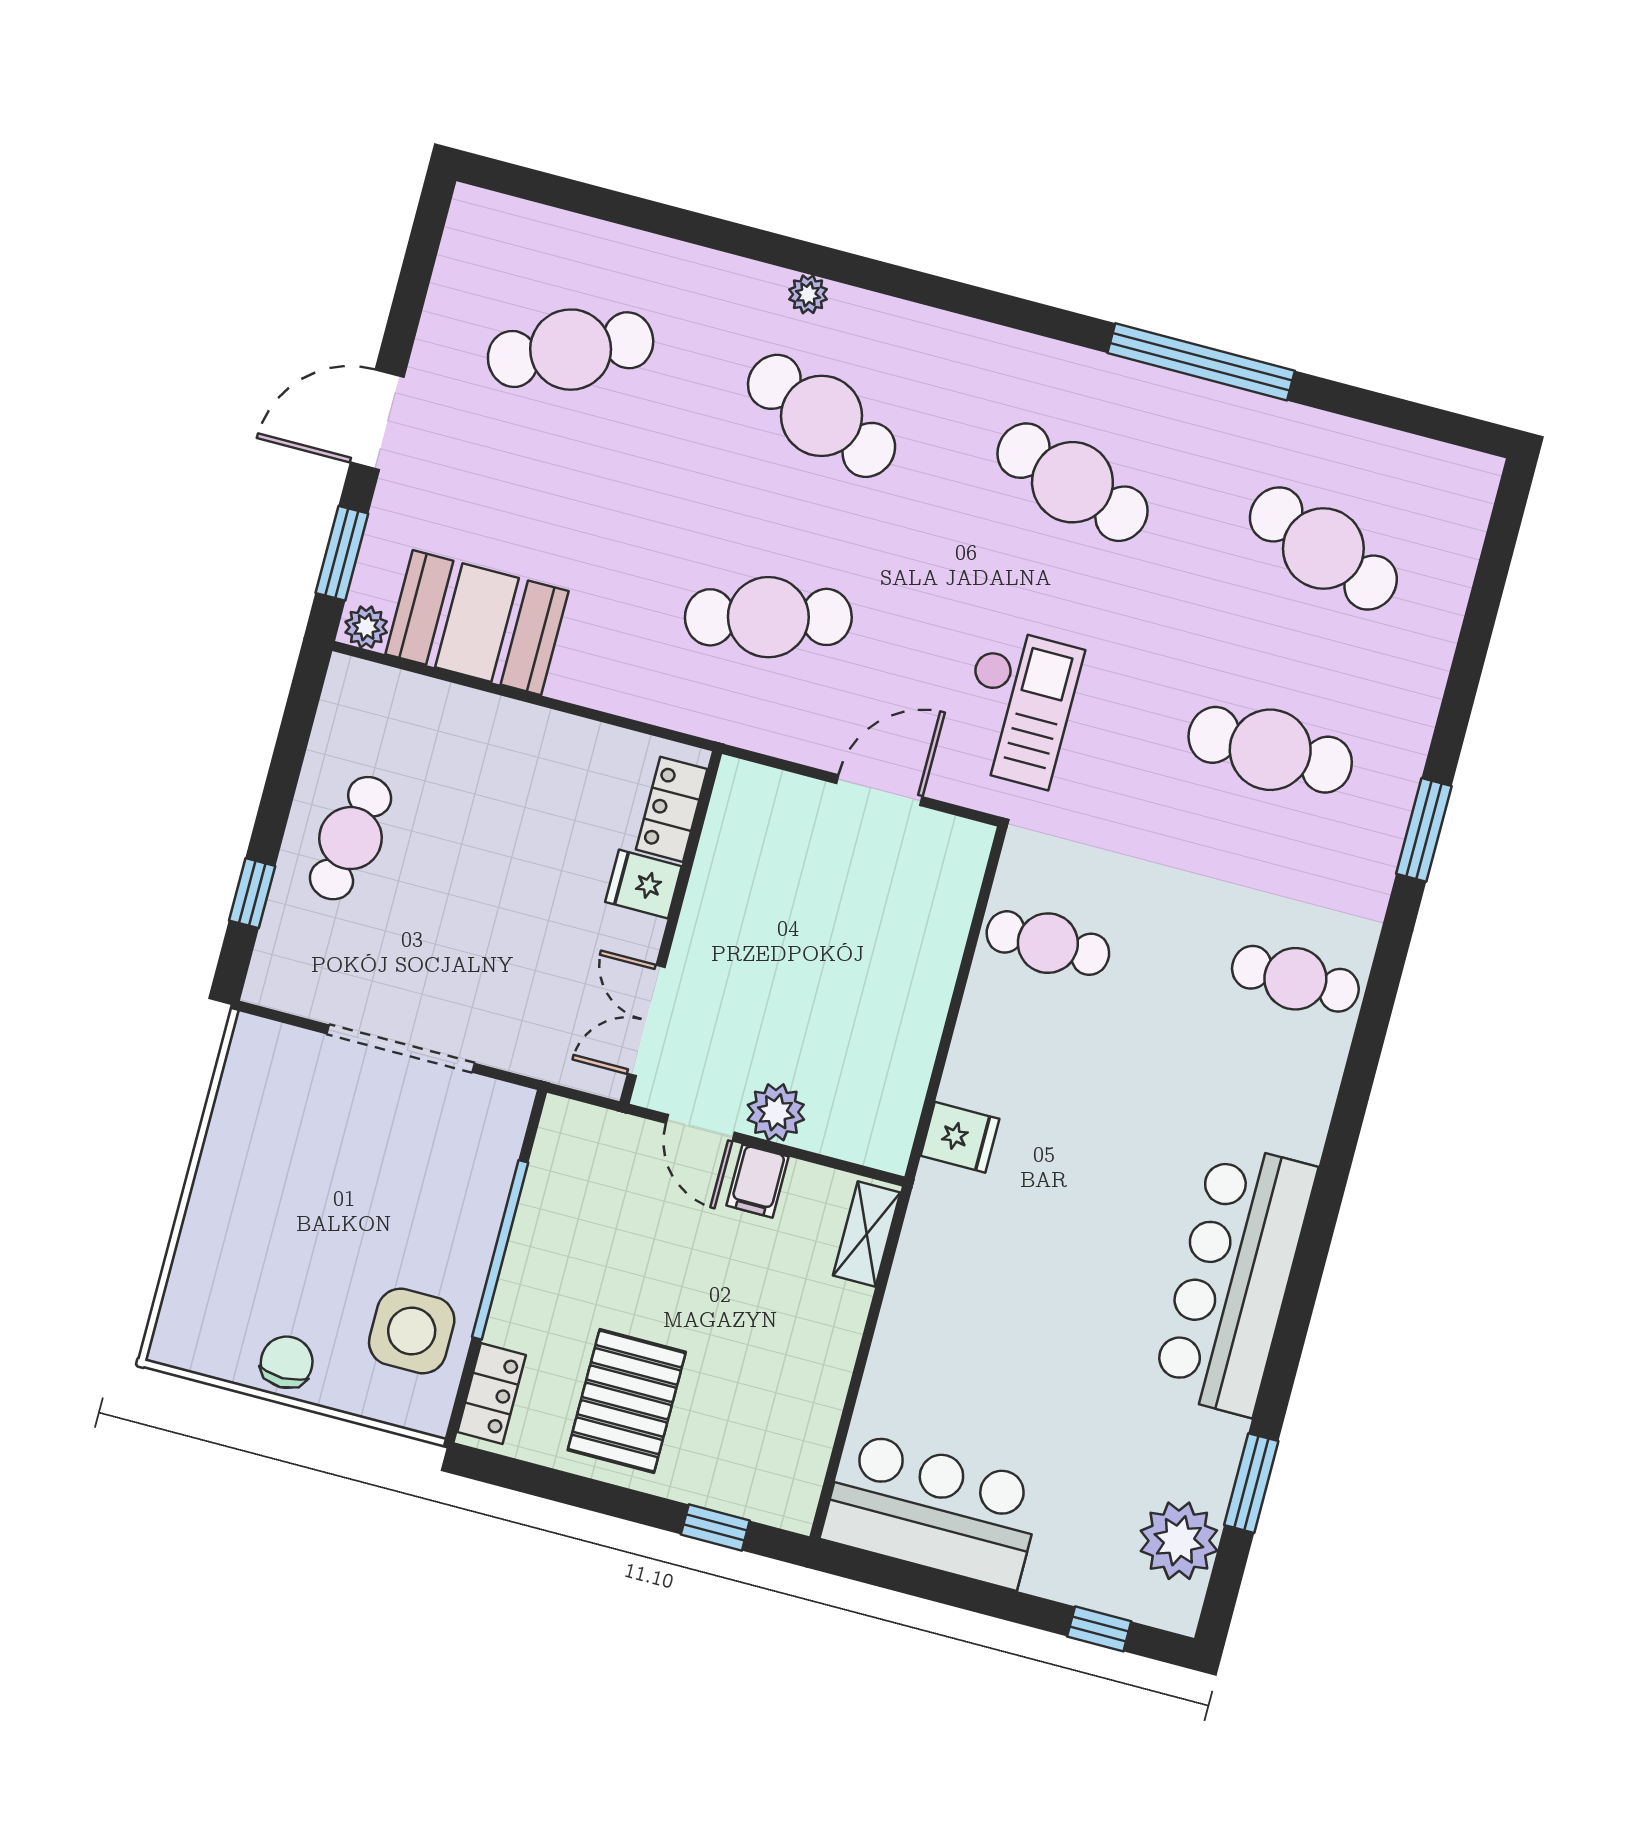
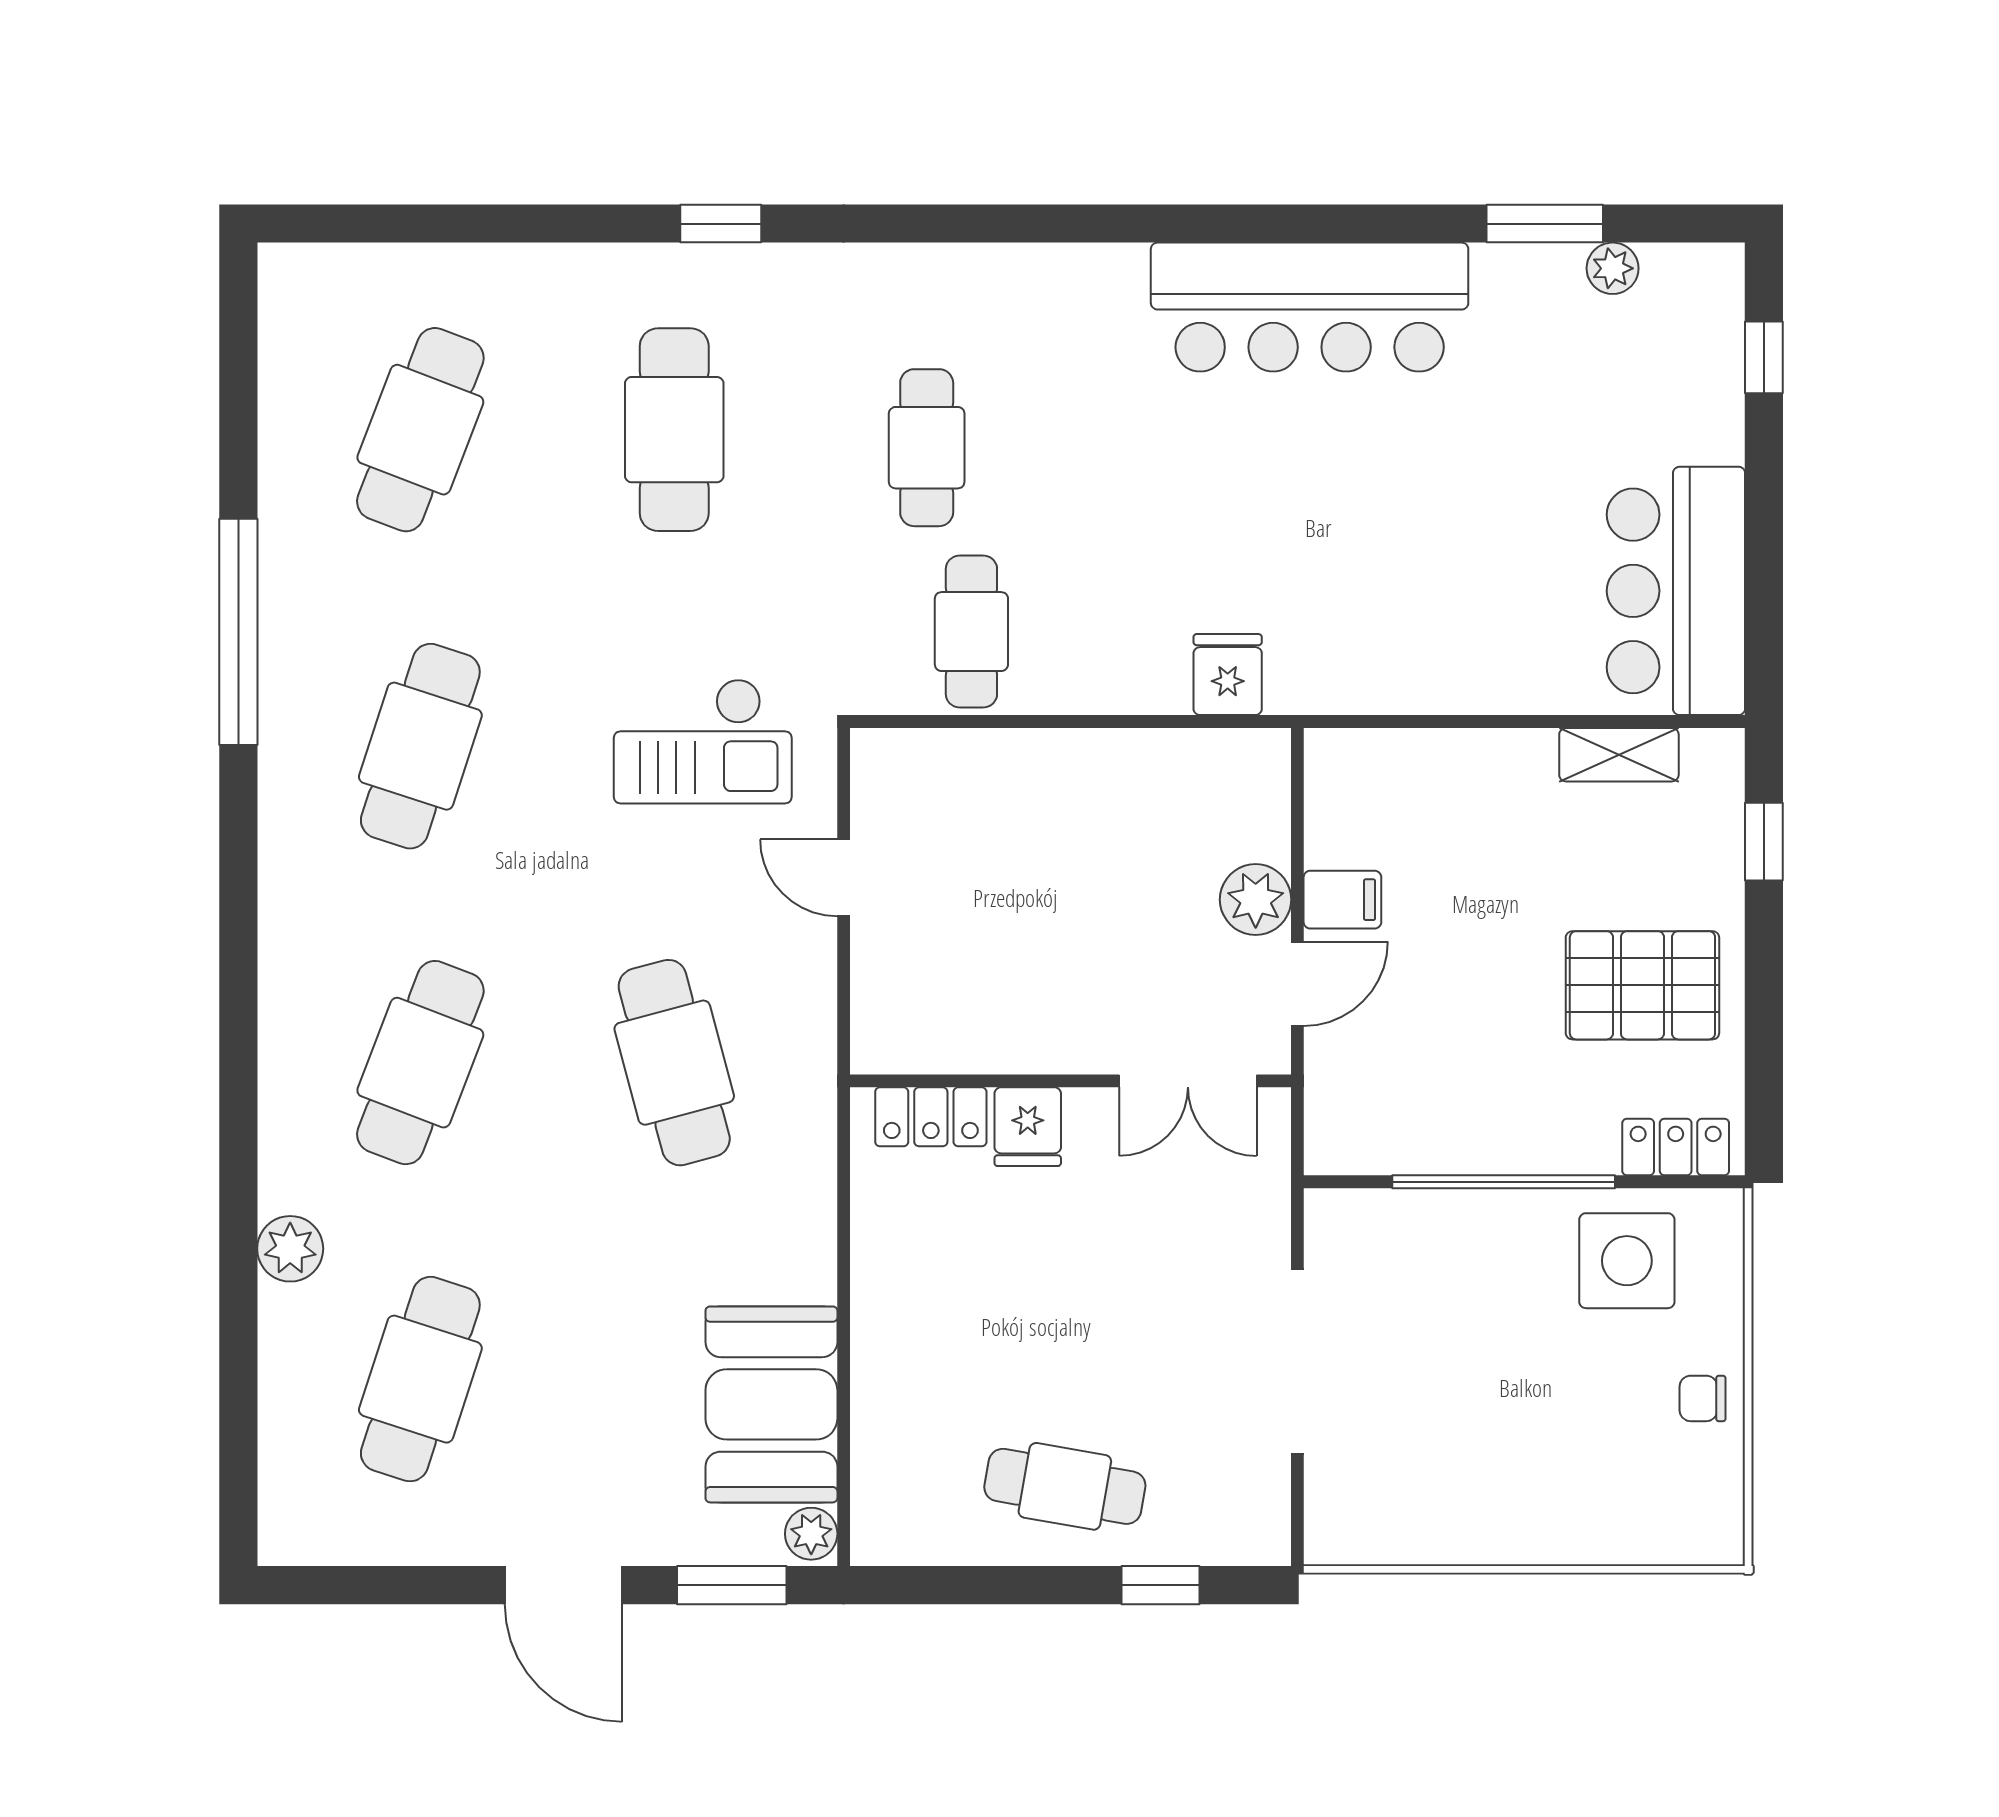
plant: (808, 294) -> (290, 1249), moved, width x1.38, depth x1.38
cafe table: (571, 350) -> (420, 1379), turned 42
checkout: (1017, 707) -> (703, 741), turned 180
door: (879, 790) -> (844, 878), width x0.73
window: (1424, 830) -> (721, 224), width x0.67
cafe table: (1295, 979) -> (927, 448), moved
shelving: (867, 1234) -> (1619, 755), moved
chair: (287, 1362) -> (1703, 1398), width x0.73, depth x0.73
plant: (1179, 1541) -> (1613, 268), width x0.53, depth x0.53

